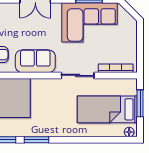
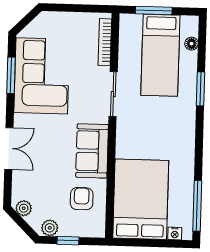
floor lamp: (129, 132) -> (192, 44), moved
window: (36, 140) -> (201, 89), moved

